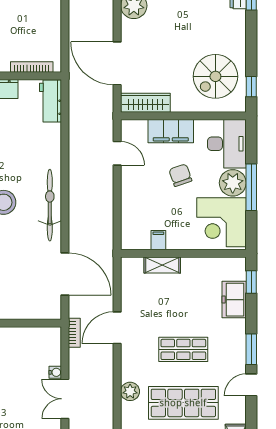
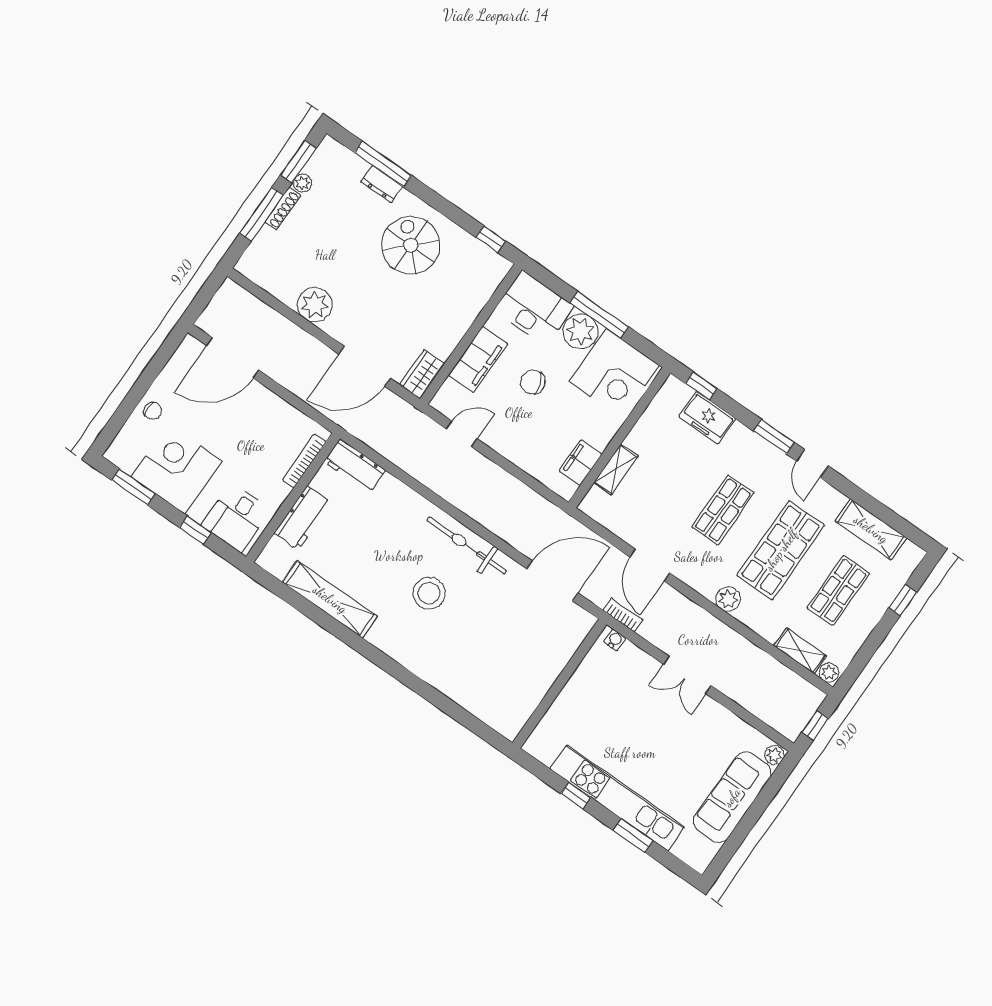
spiral stairs: (215, 76) -> (411, 245), moved, turned 180
wardrobe: (145, 103) -> (422, 374), width x0.67
filing cabinet: (158, 240) -> (581, 463), width x2.00
water cooler: (55, 372) -> (615, 640), moved

